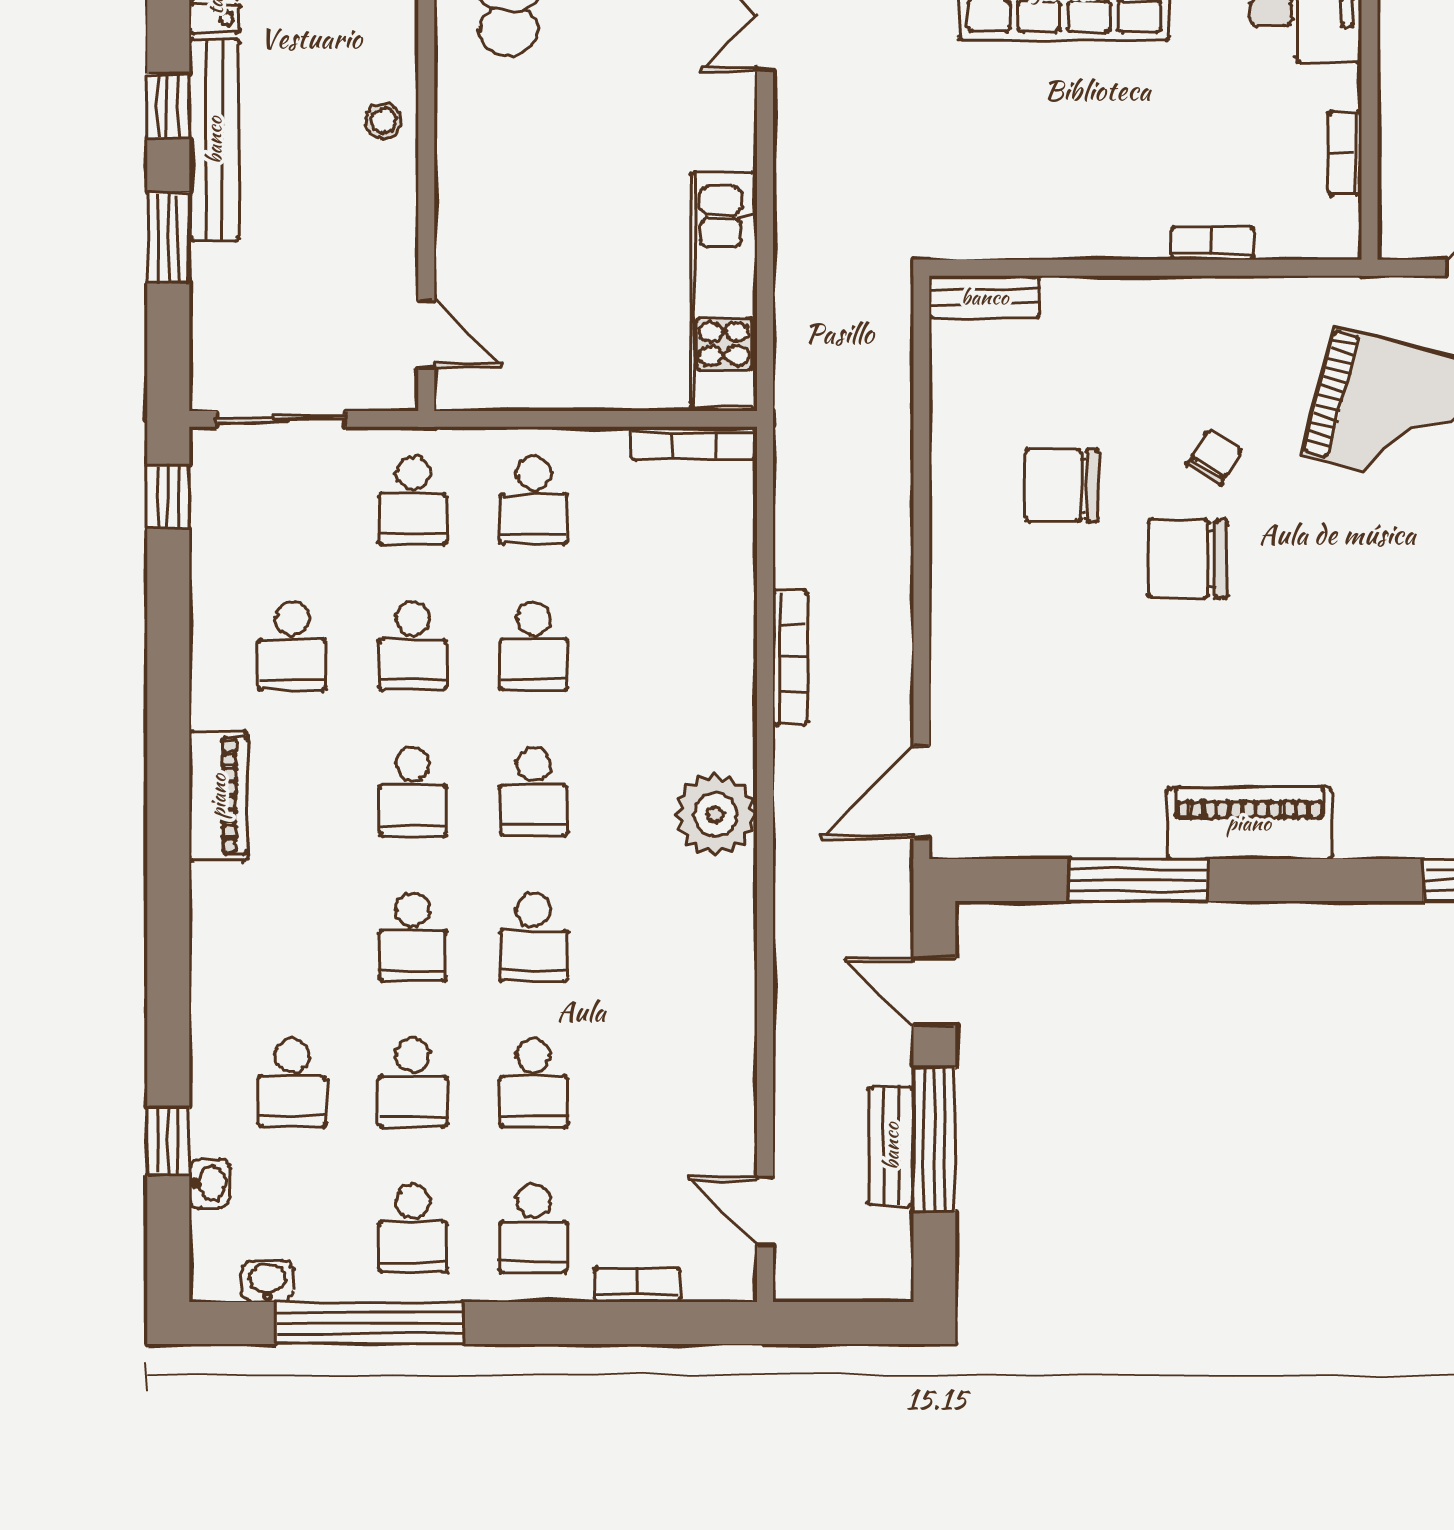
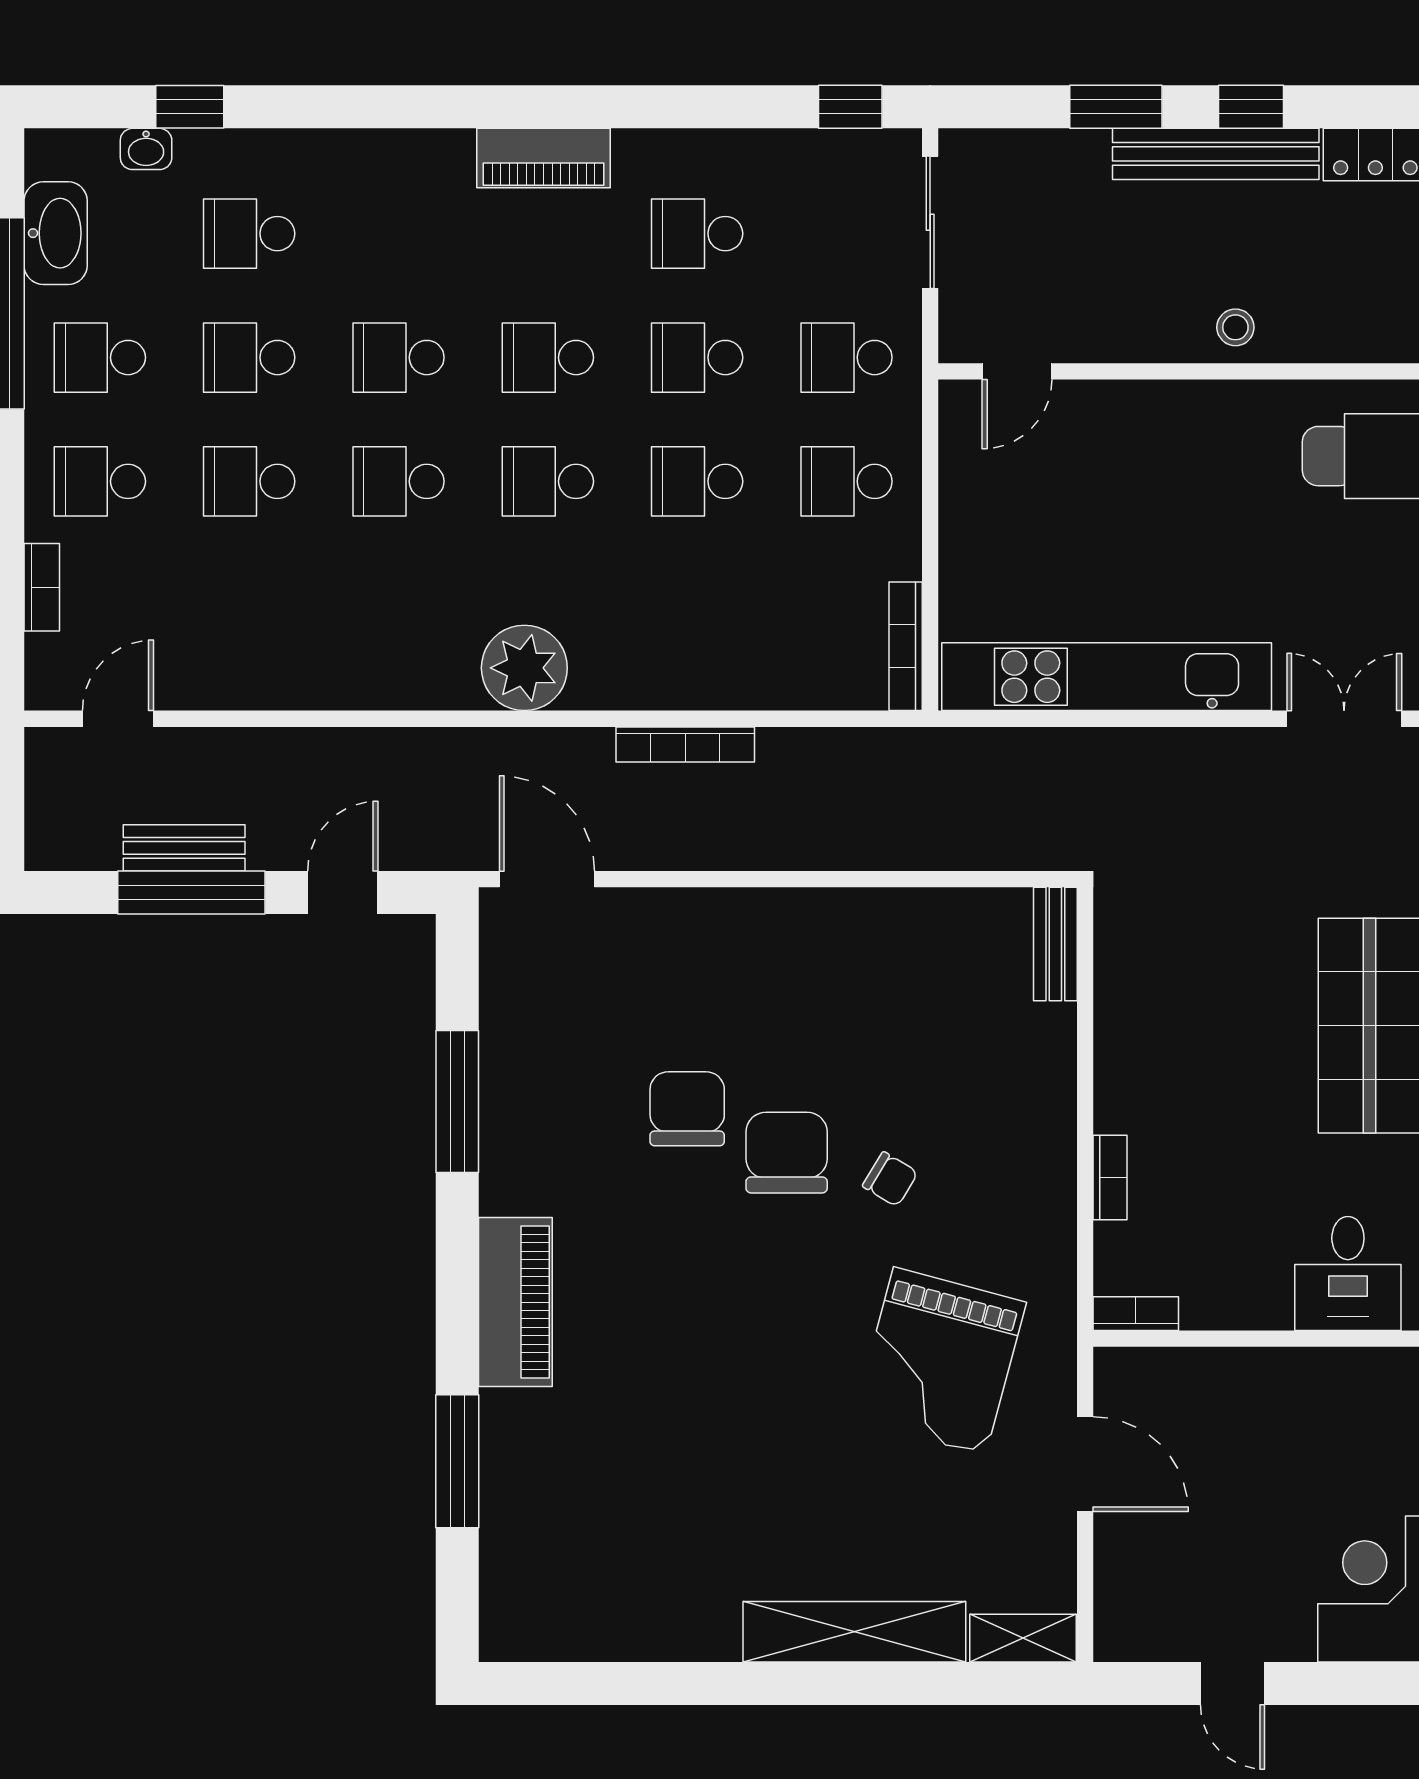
bookcase: (1345, 153) -> (1136, 1314), moved
kitchen unit: (724, 290) -> (1107, 677), width x1.36
chair: (1062, 485) -> (687, 1109), moved
piano: (1249, 823) -> (515, 1302), moved
washbasin: (268, 1281) -> (56, 233), width x1.91, depth x1.45

